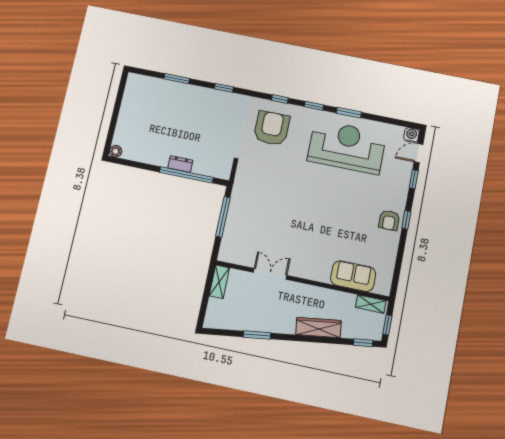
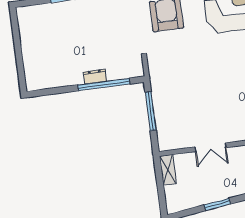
plant: (116, 151) -> (31, 85), removed
double door: (270, 274) -> (210, 147), swing flipped

